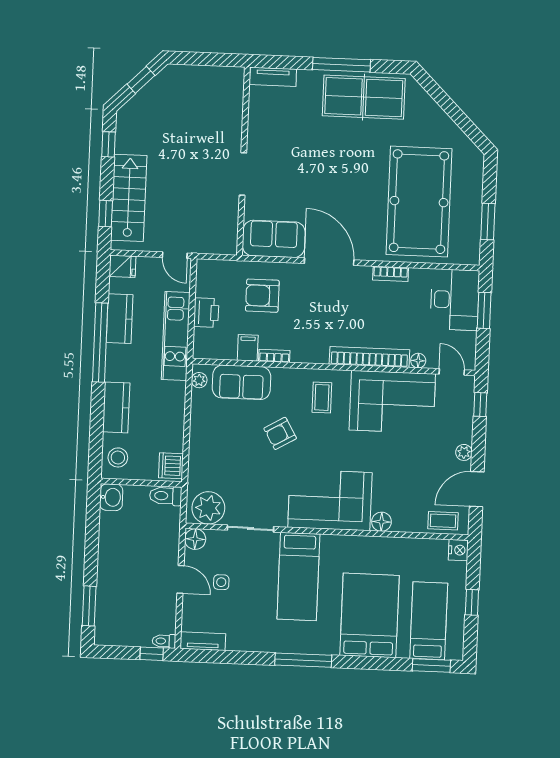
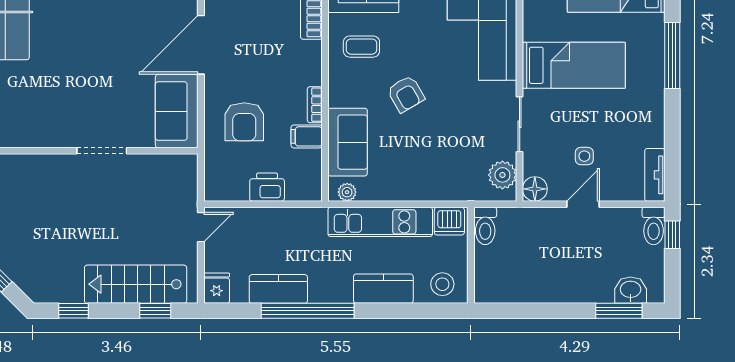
kitchen unit: (176, 336) -> (380, 222), moved
washbasin: (111, 497) -> (631, 290), moved
plant: (208, 508) -> (502, 175), width x0.73, depth x0.73
toilet: (164, 641) -> (654, 226), width x1.37, depth x1.39

